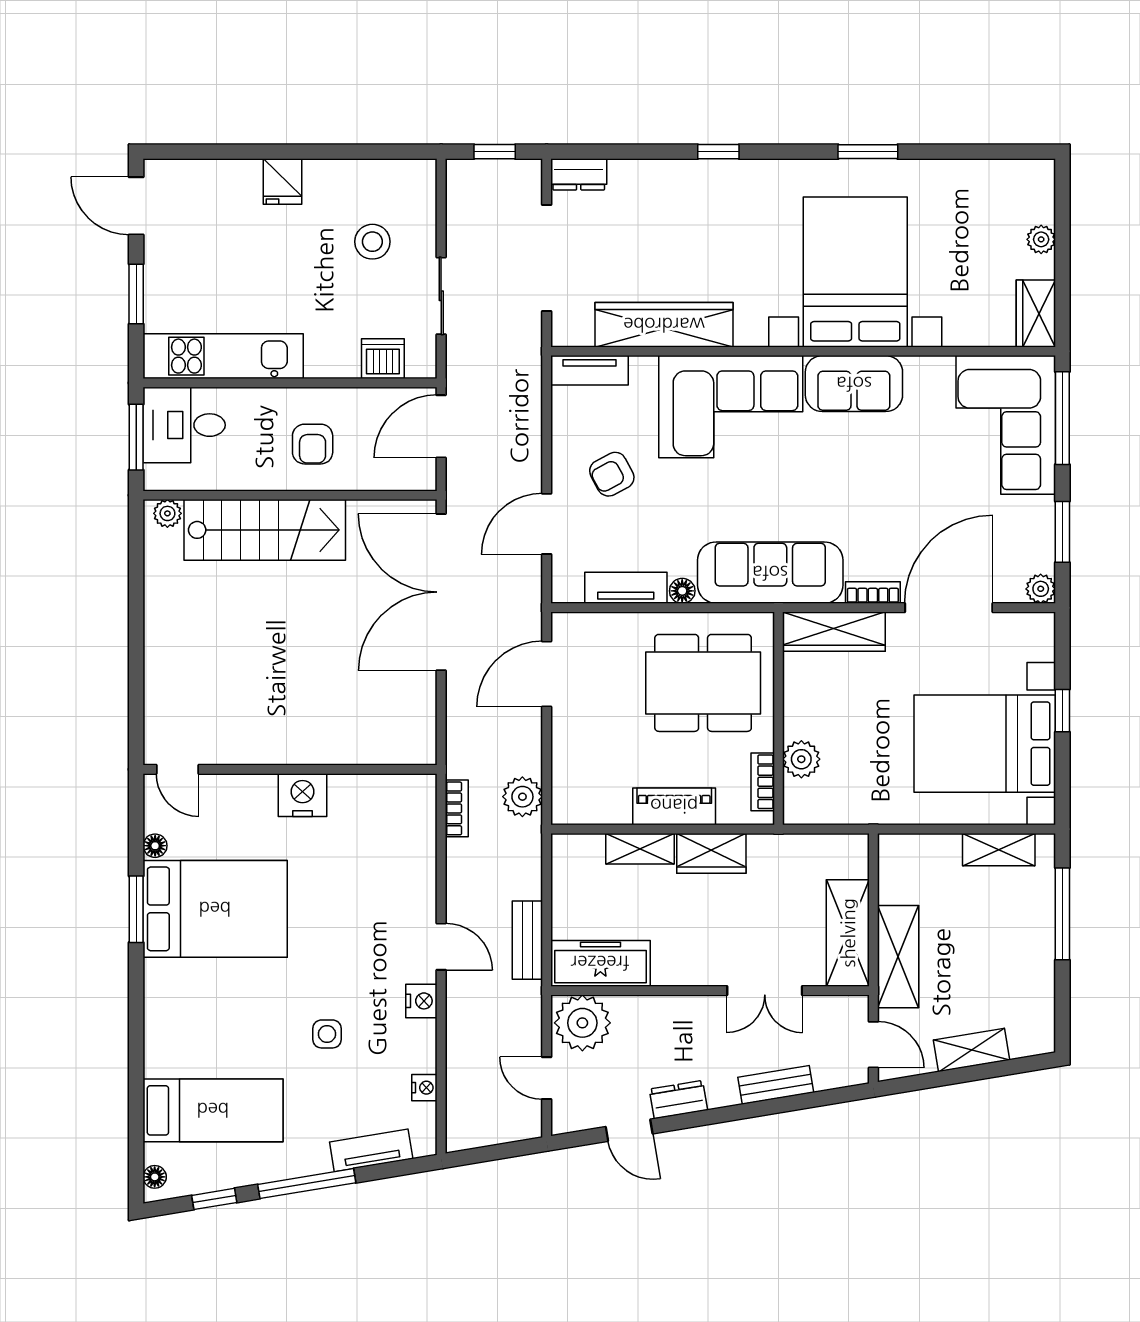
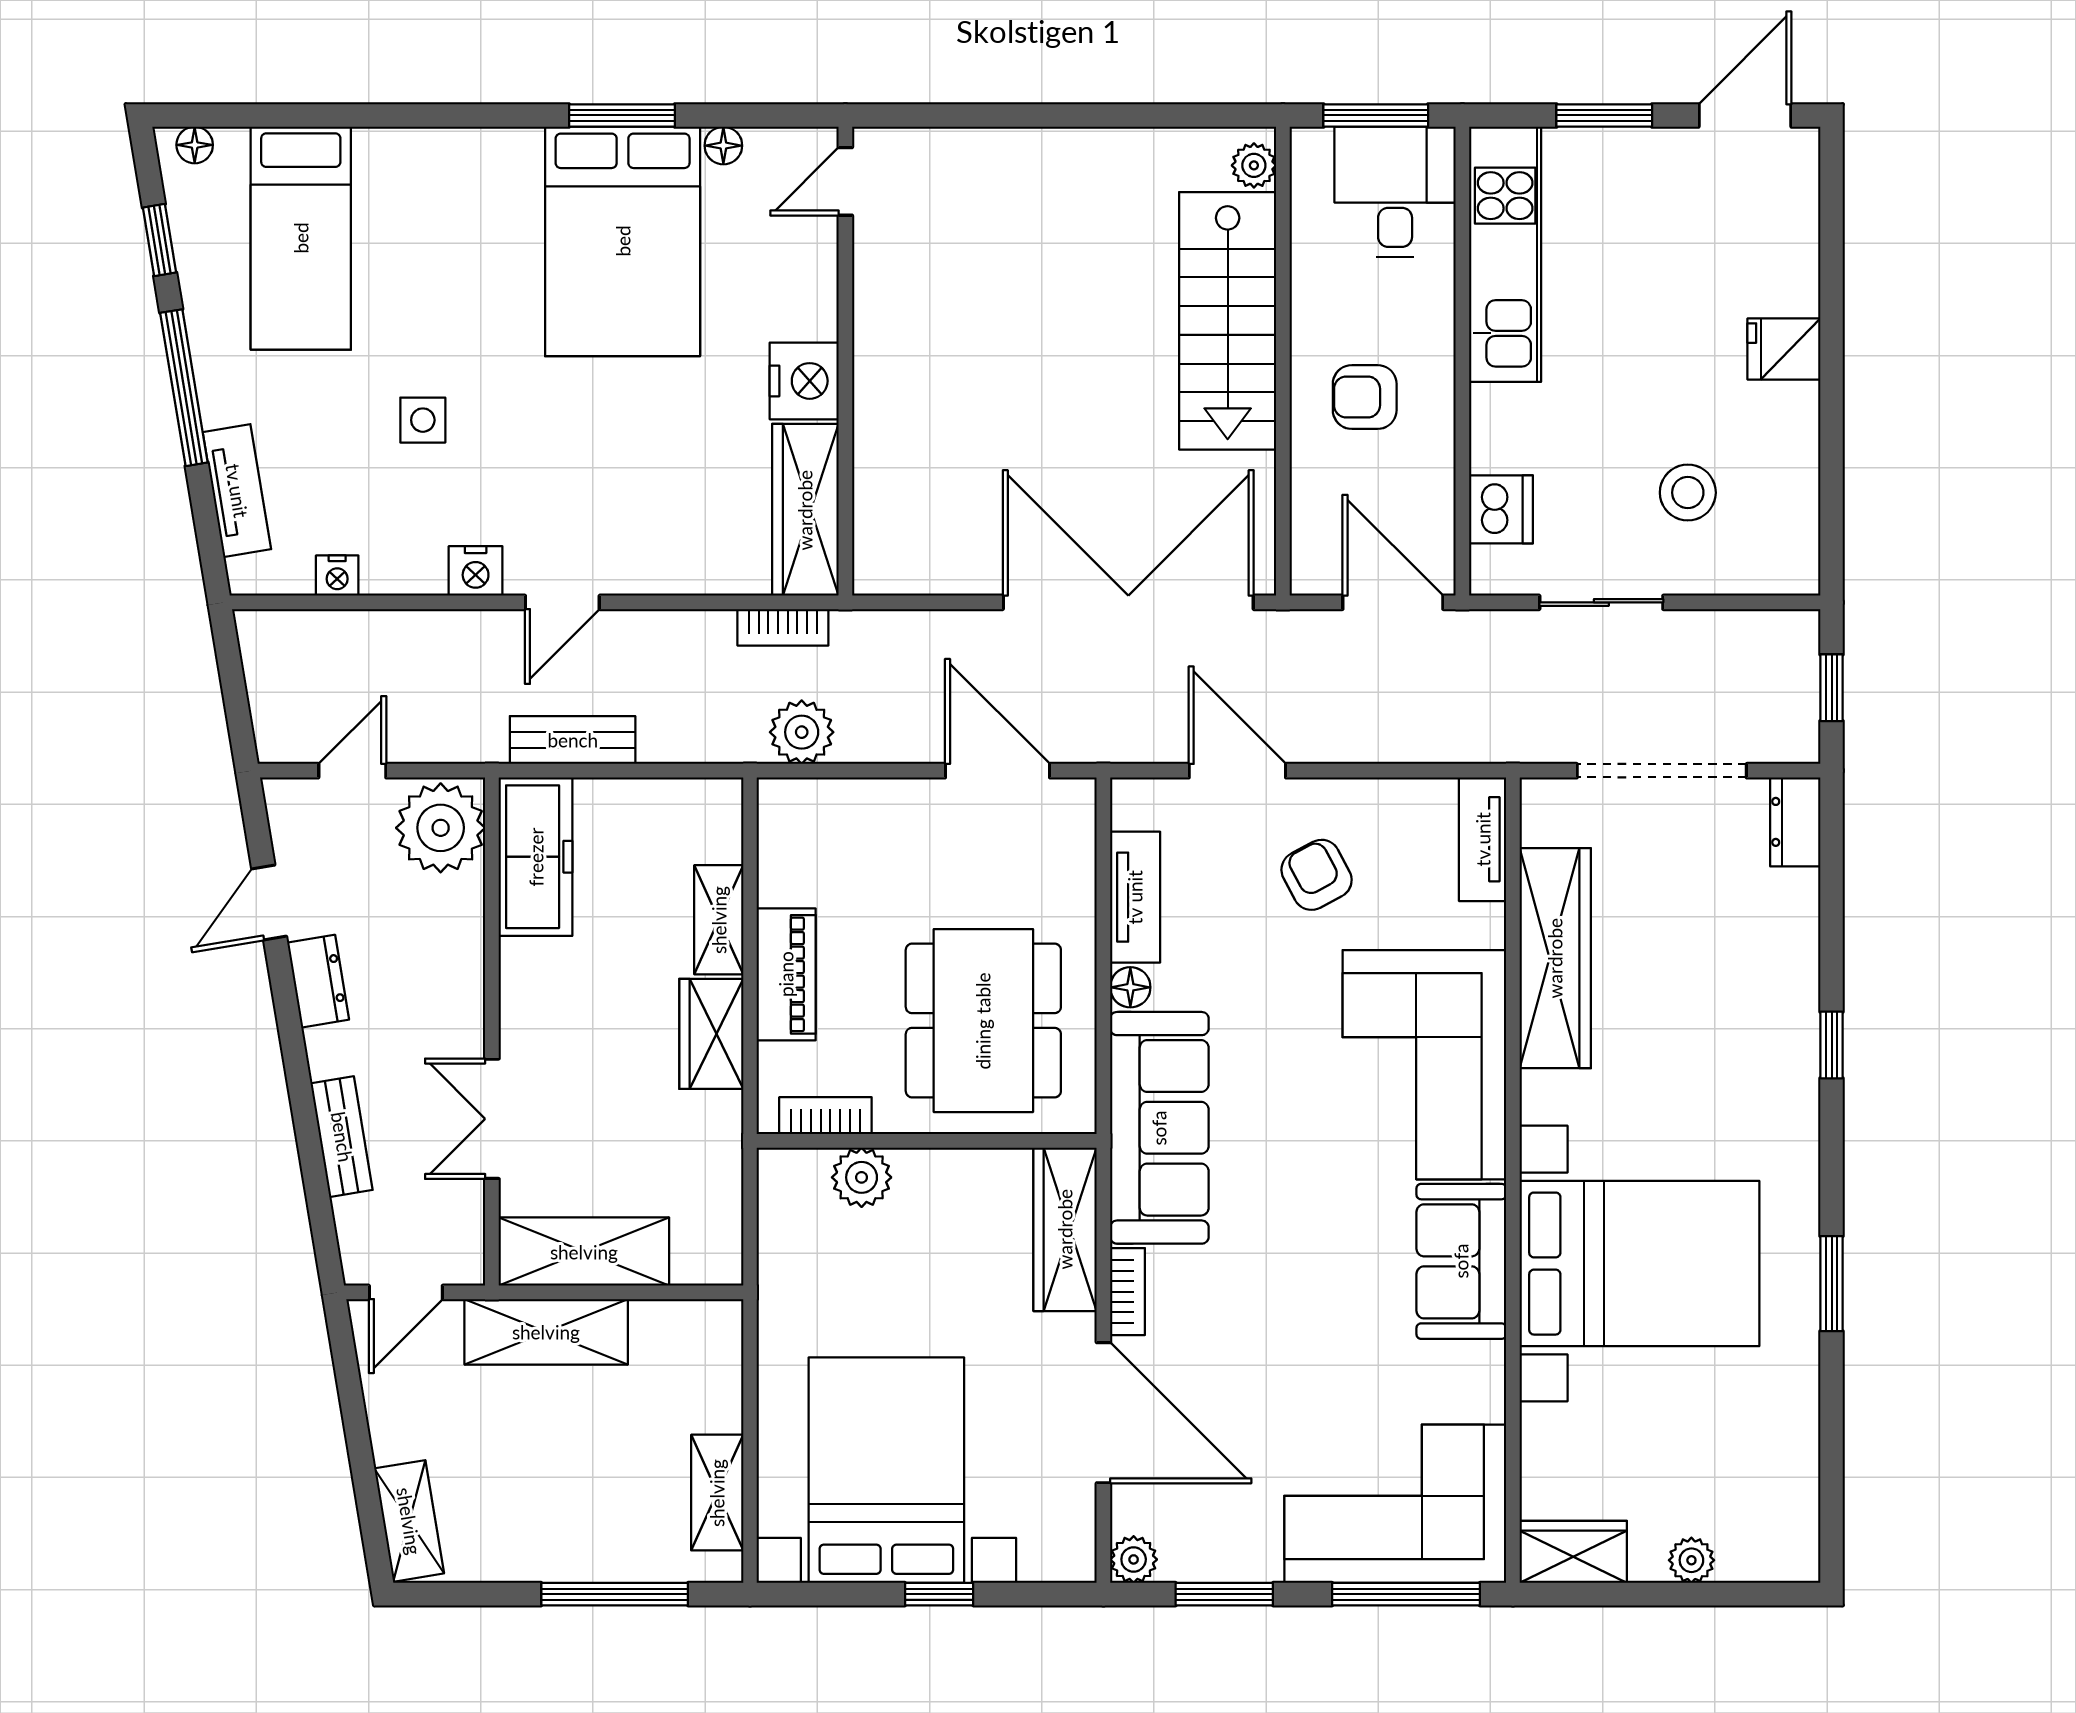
wardrobe: (383, 794) -> (805, 510), added
shelving: (972, 1050) -> (409, 1521), moved

